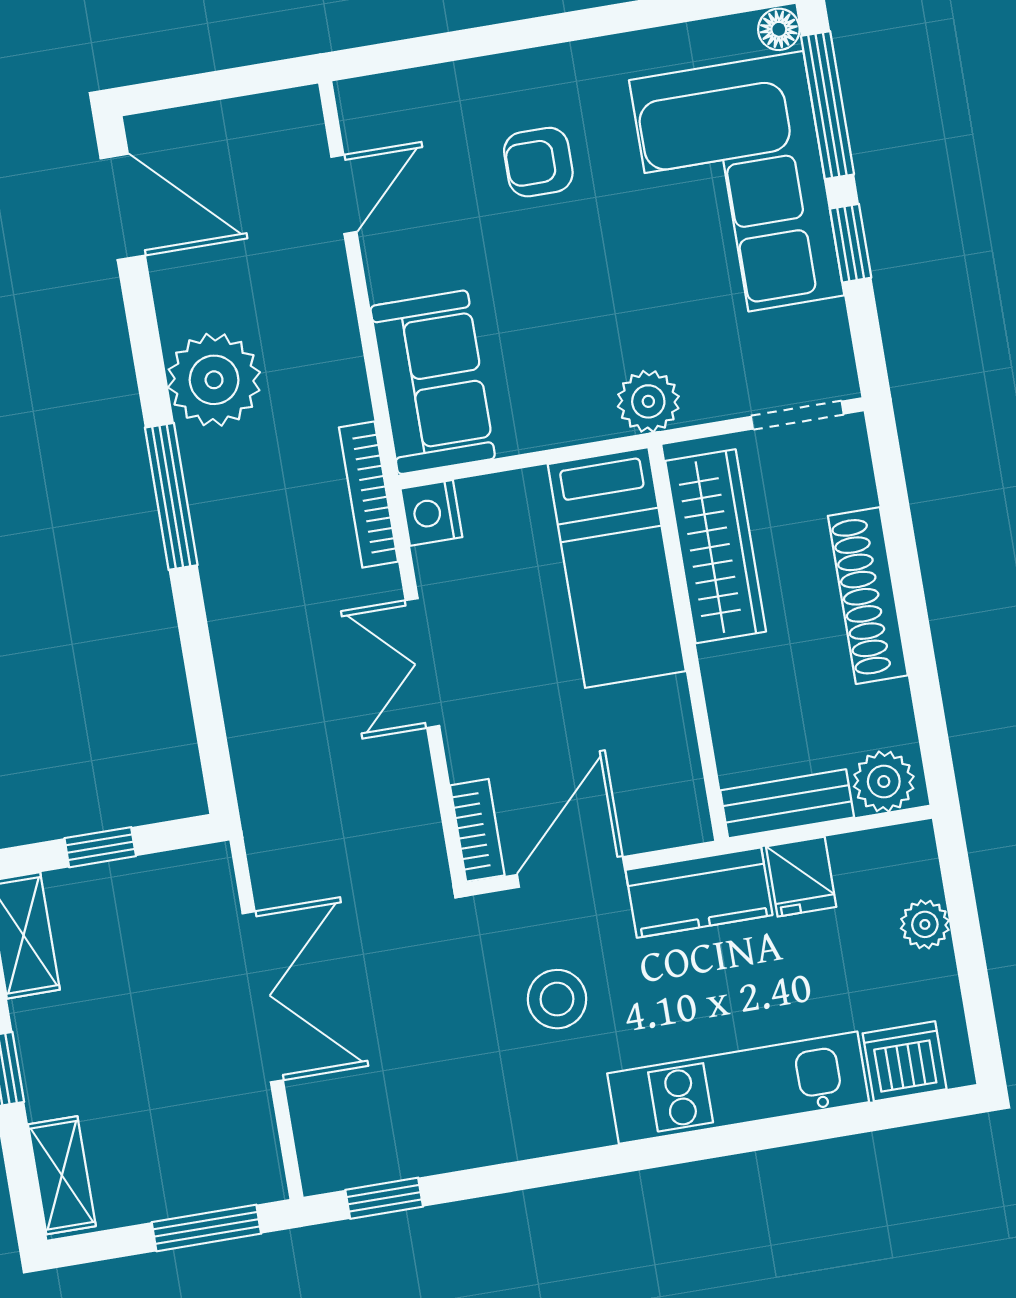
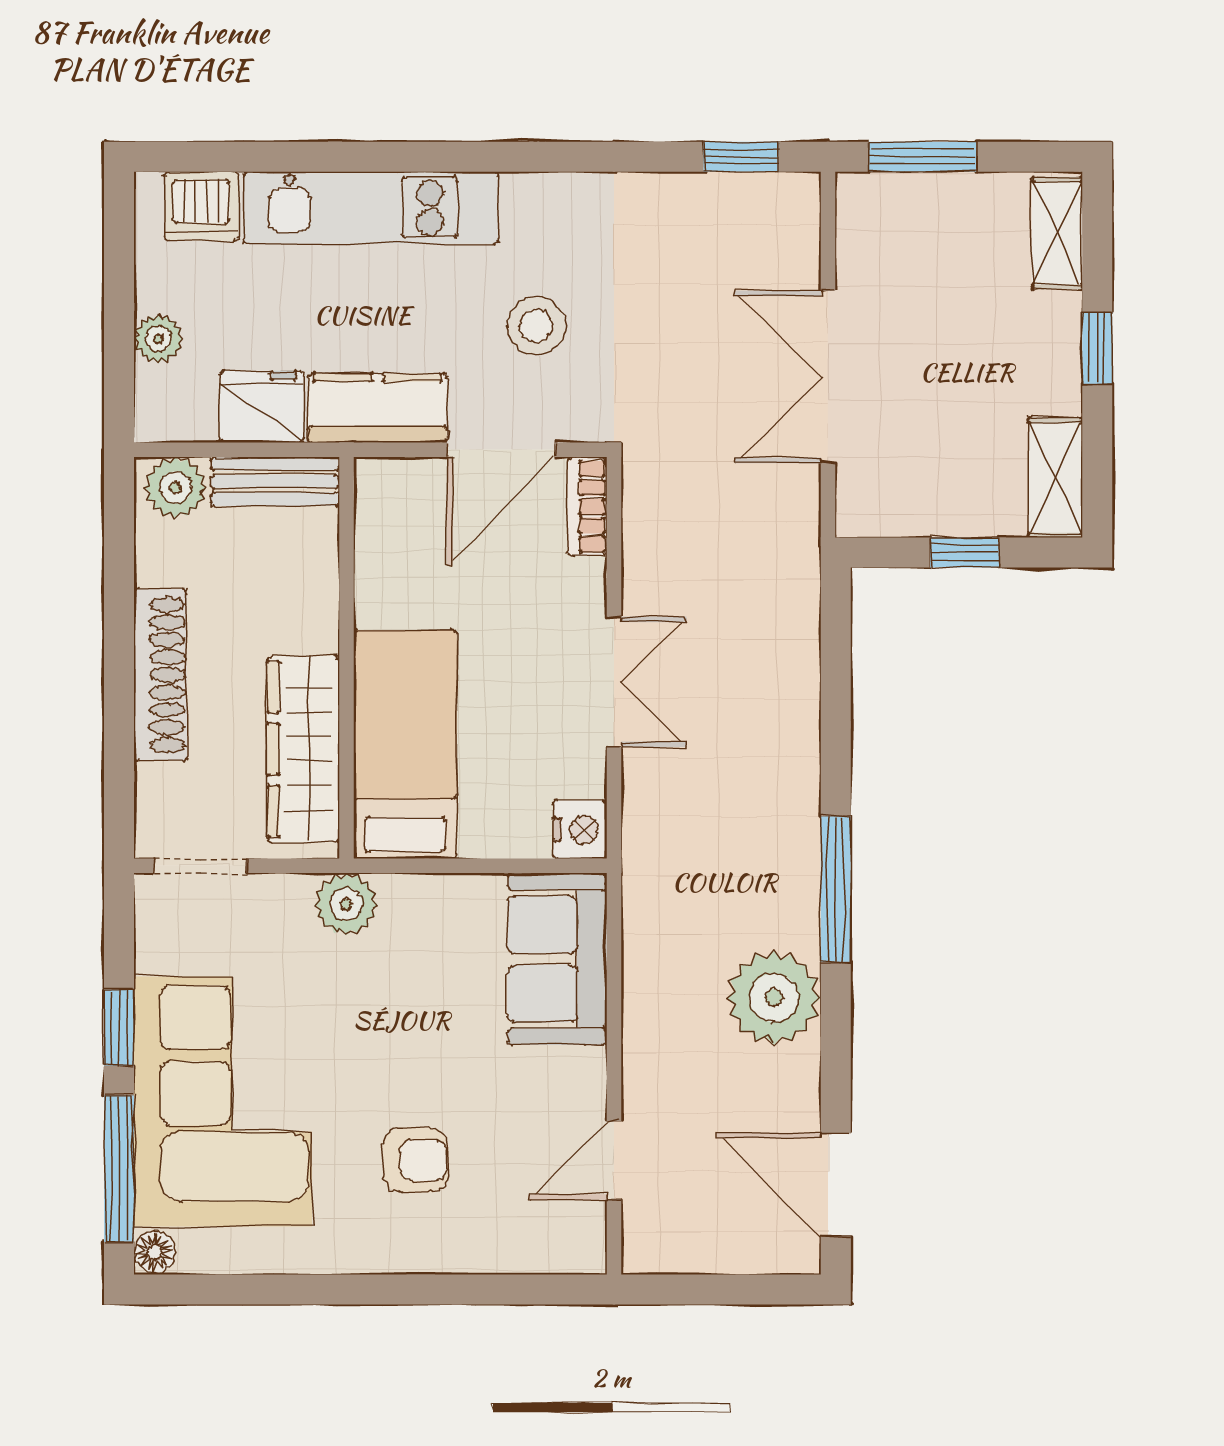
bookcase: (369, 495) -> (639, 858), removed
fridge: (801, 877) -> (262, 407), width x1.38

